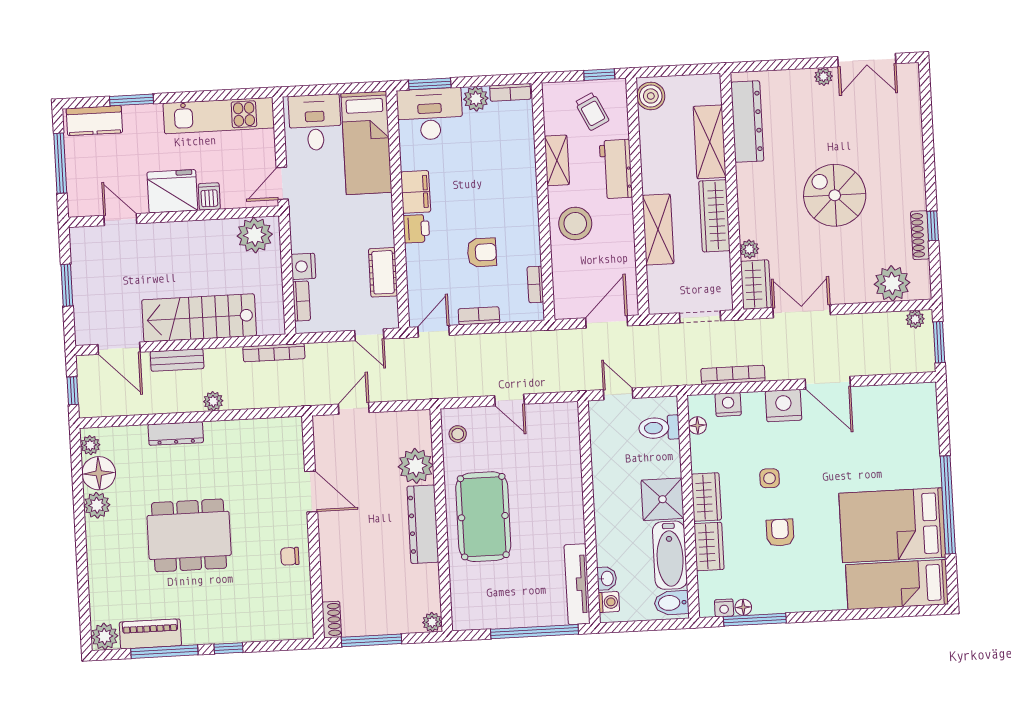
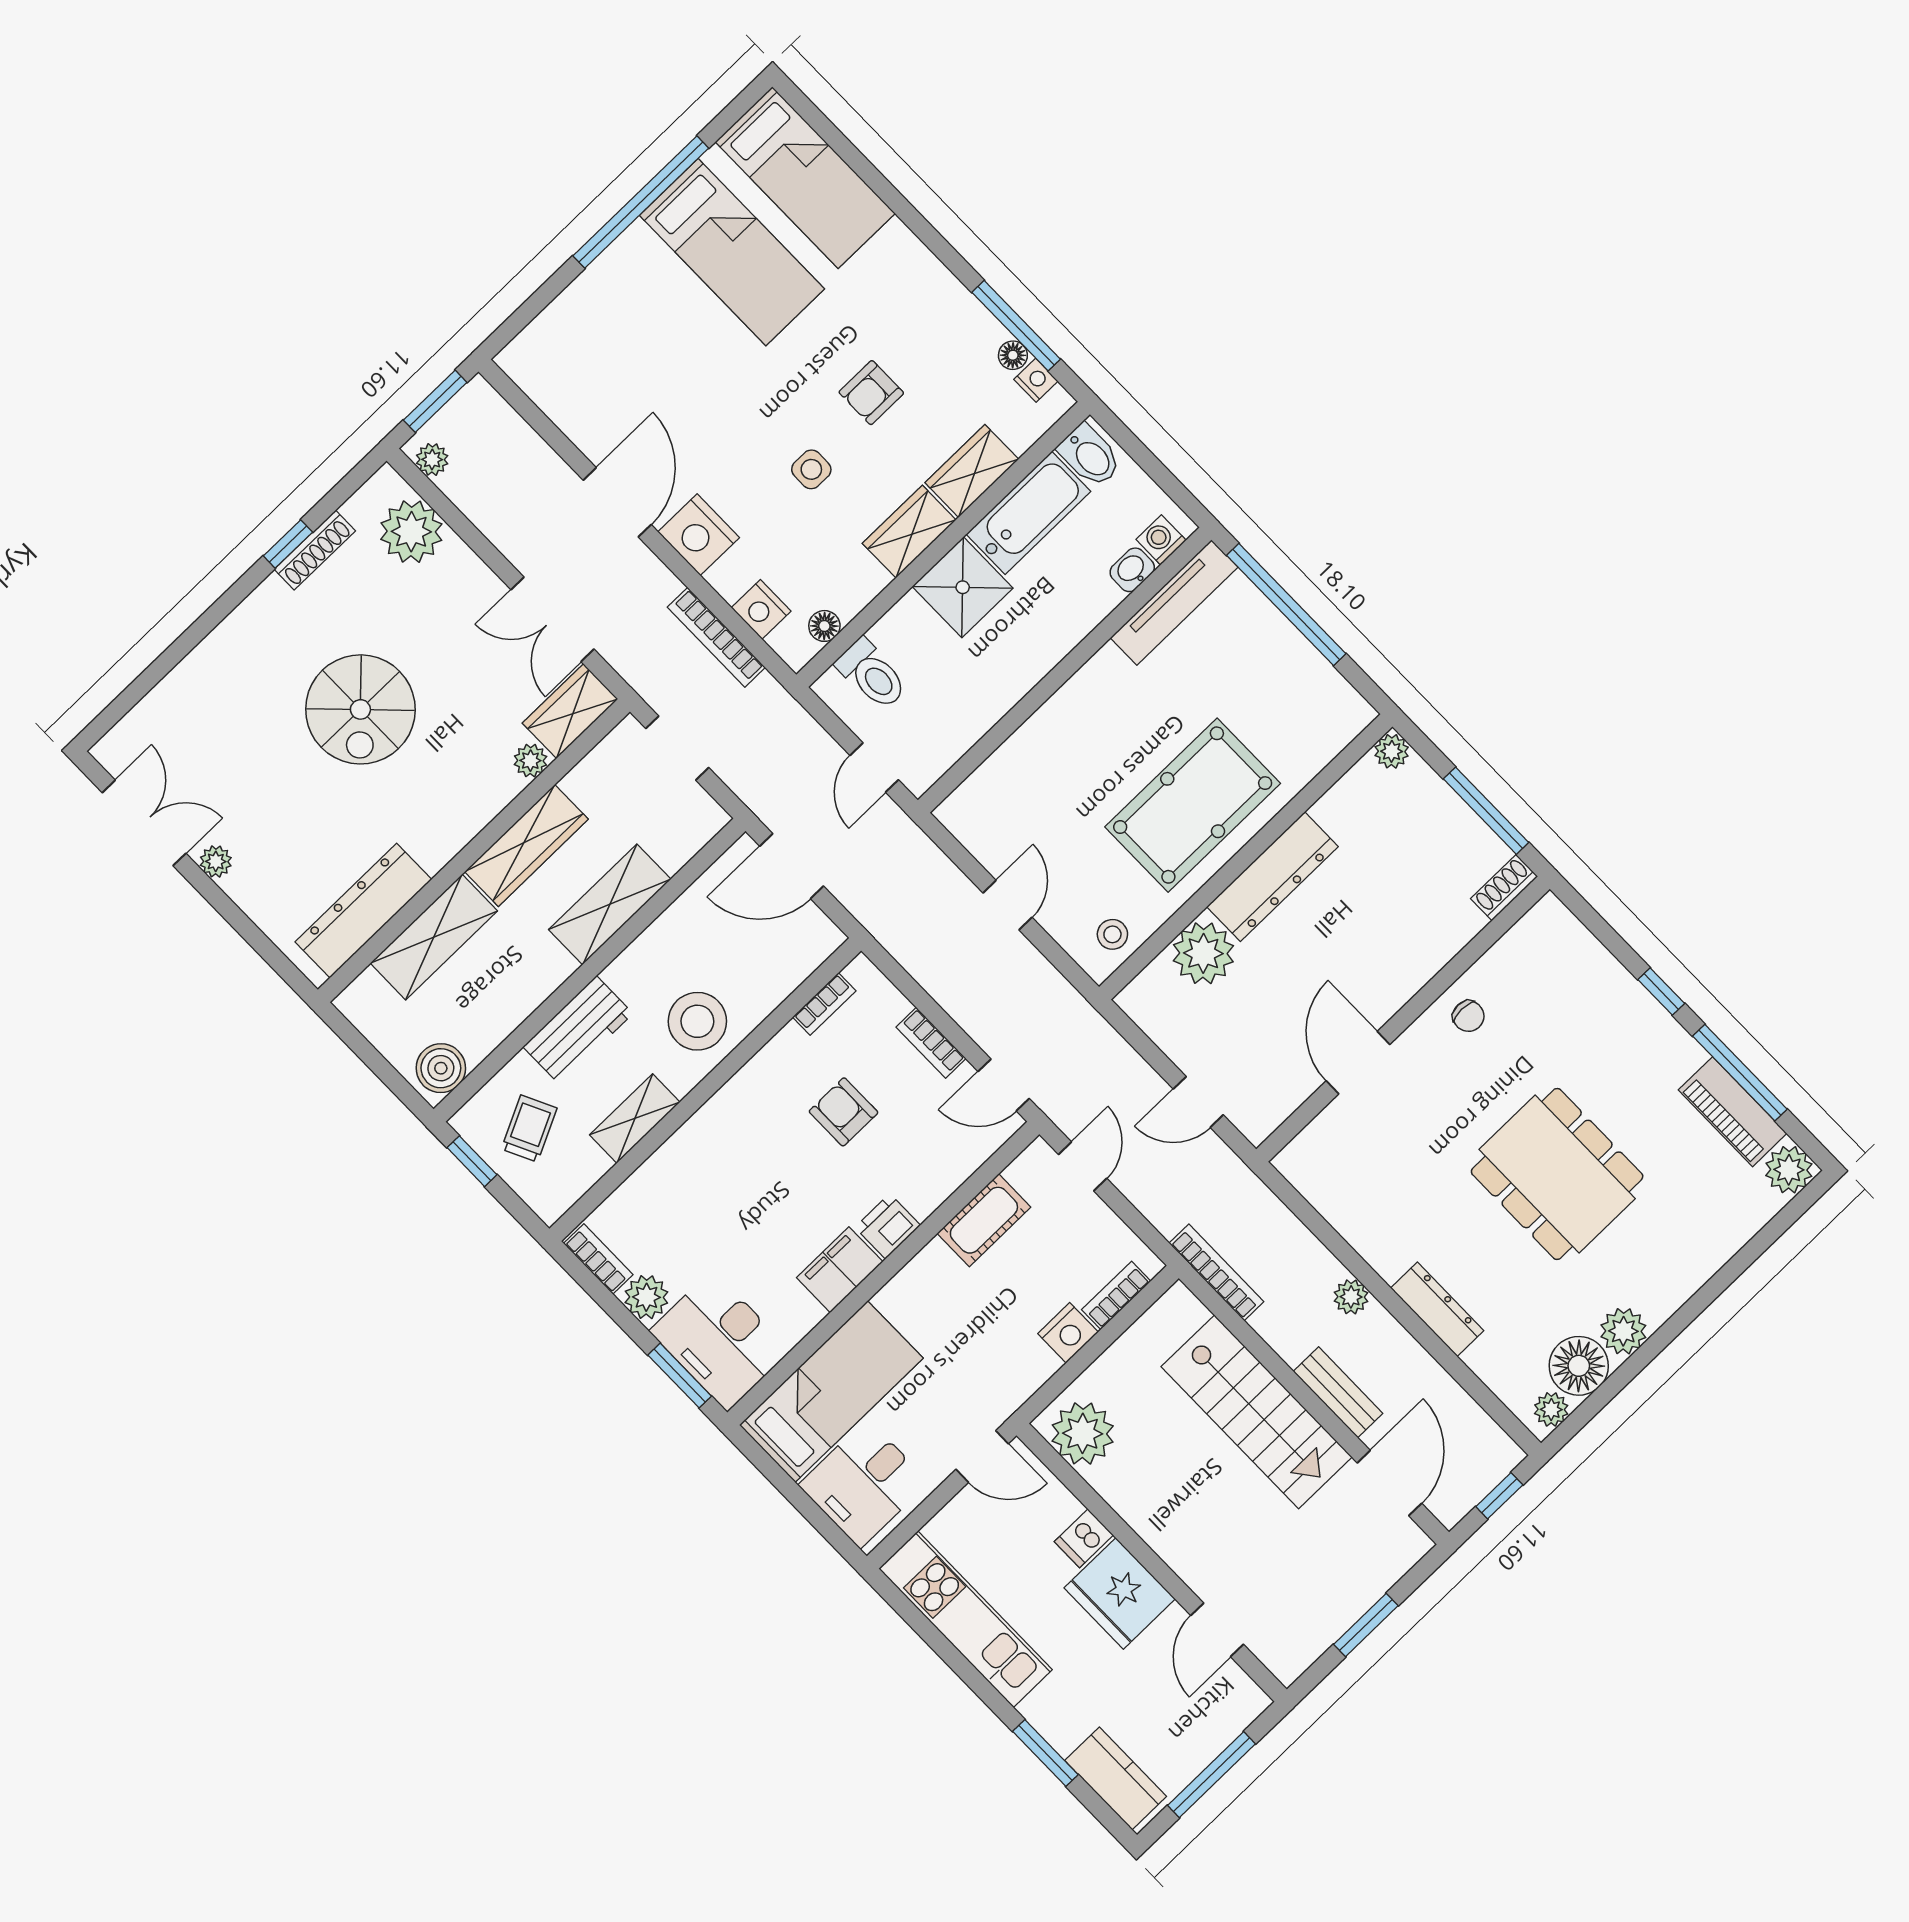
bed: (892, 525) -> (732, 252), width x0.67

